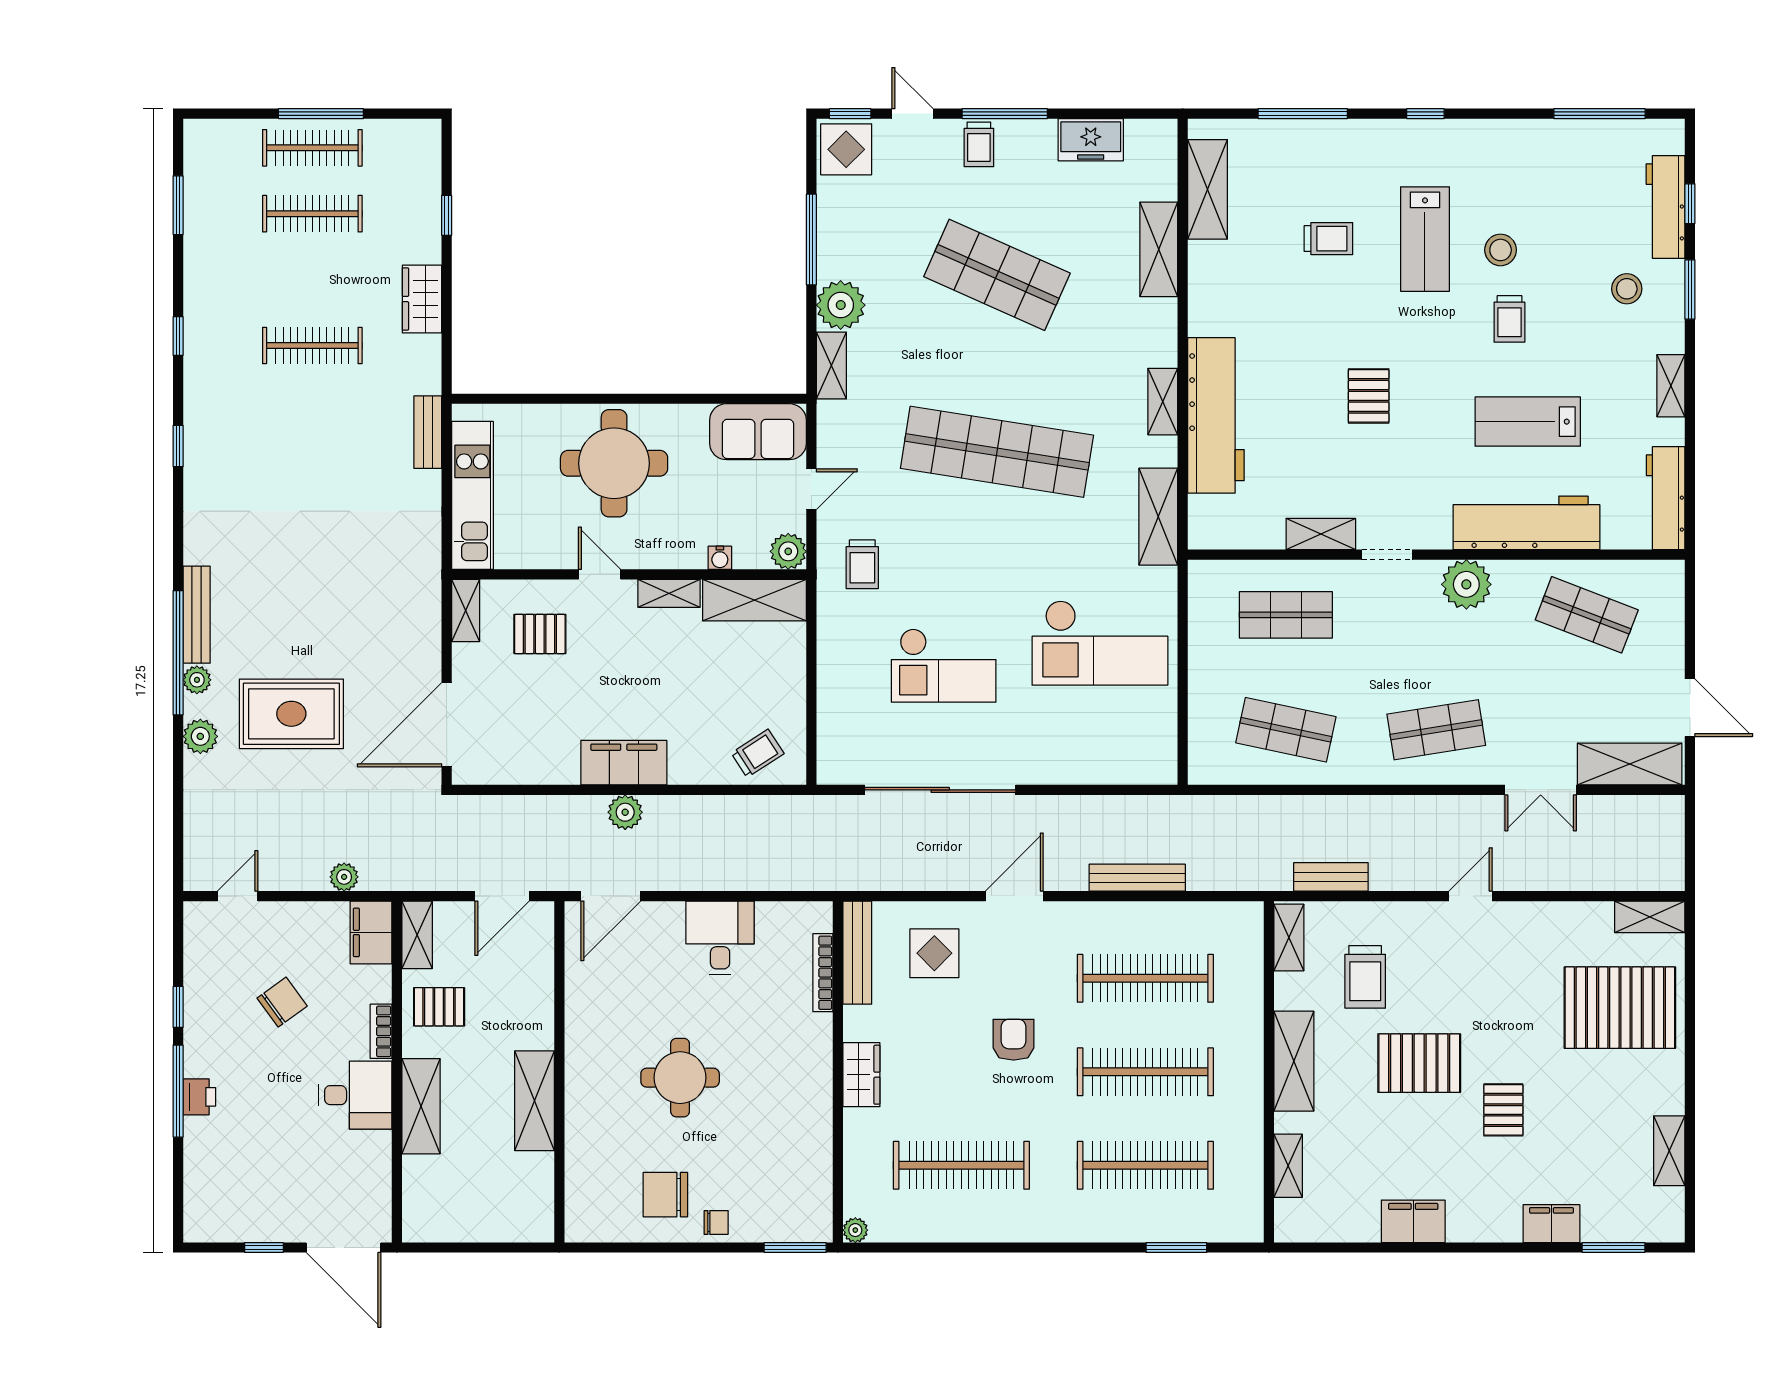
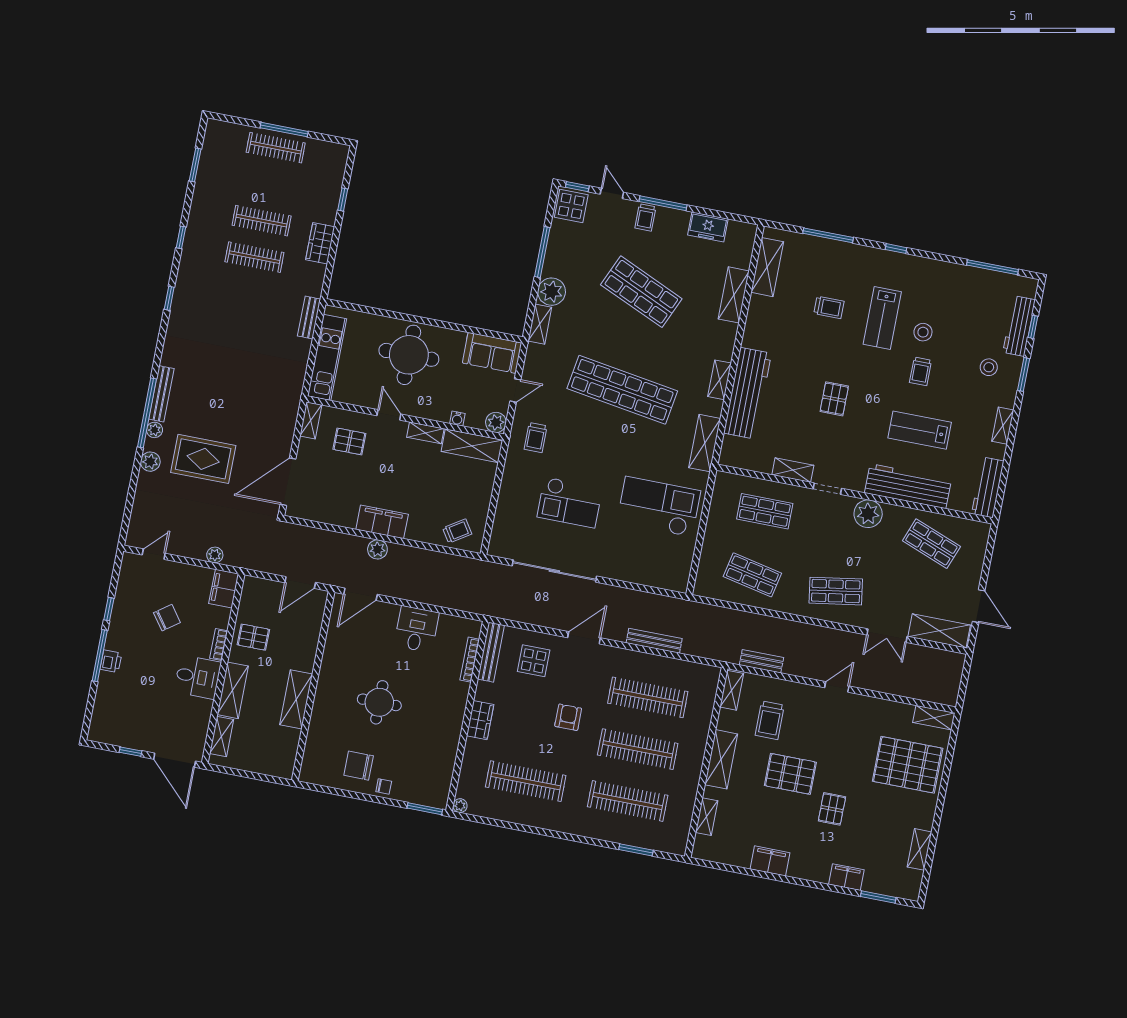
clothes rail: (312, 214) -> (262, 221), moved
checkout: (1100, 643) -> (659, 507), turned 180
shelving: (417, 935) -> (221, 737), moved

